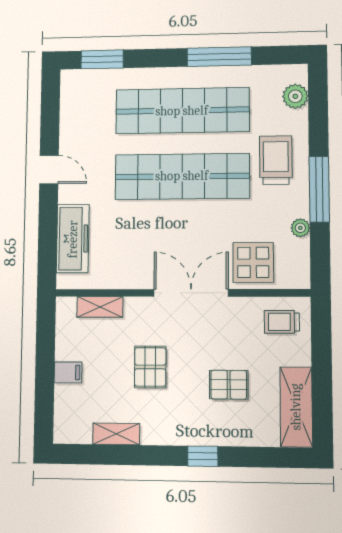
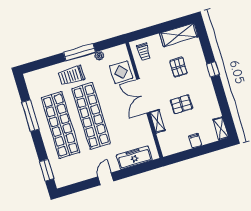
plant: (295, 96) -> (40, 75), removed
shelving: (100, 307) -> (157, 121), moved
shelving: (116, 434) -> (221, 128), moved

